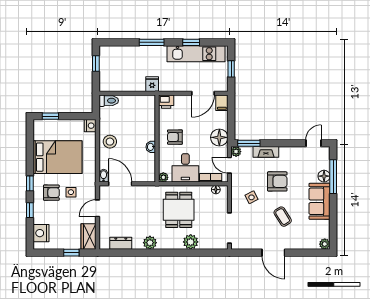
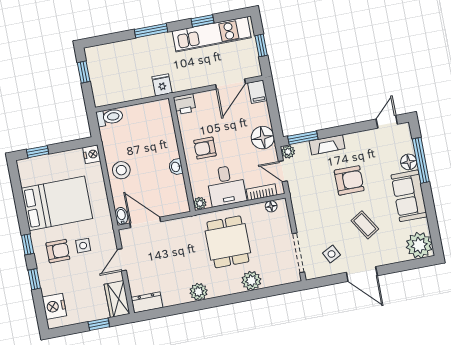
side table: (251, 197) -> (332, 254), moved
dresser: (121, 243) -> (147, 302), moved
plant: (325, 244) -> (419, 245), width x1.87, depth x1.87

